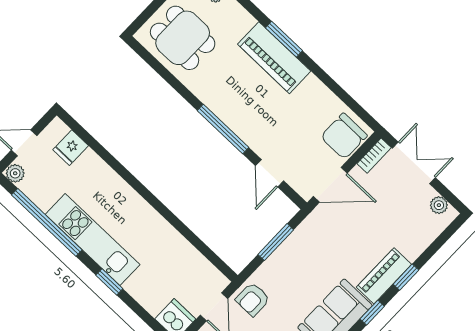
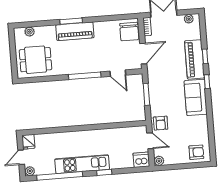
fridge: (71, 148) -> (28, 142), moved
piano: (384, 276) -> (194, 59), width x1.37, depth x1.33

